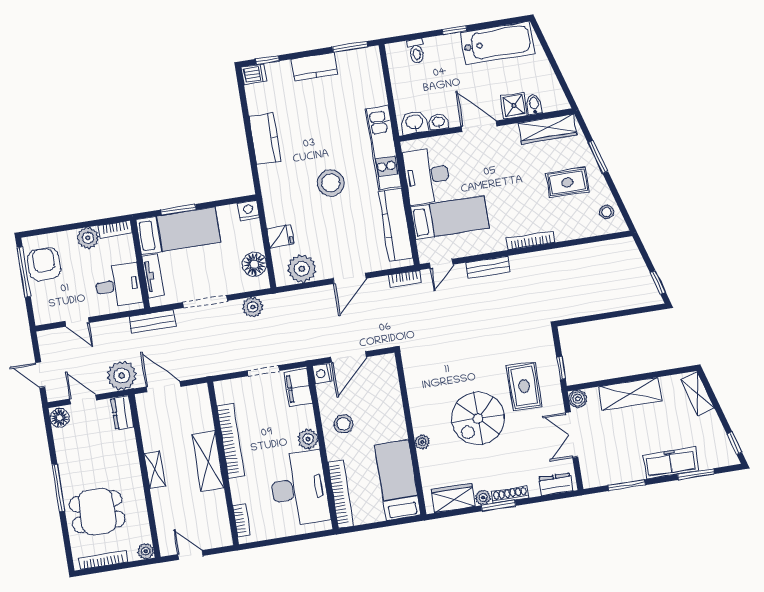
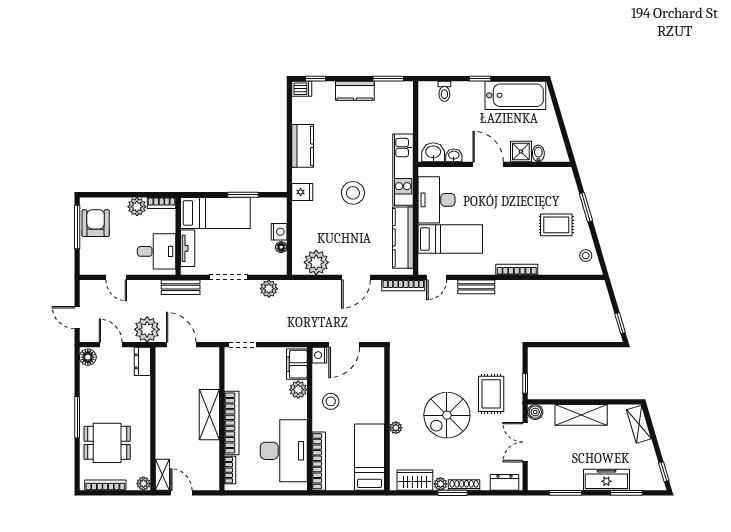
wardrobe: (548, 129) -> (547, 176), removed
window: (178, 210) -> (243, 195), moved
nightstand: (248, 210) -> (279, 232), moved, turned 90
fridge: (280, 236) -> (302, 192), moved
floor lamp: (254, 264) -> (281, 247), width x0.53, depth x0.53
bookcase: (405, 279) -> (403, 285), width x1.56
doorway: (264, 371) -> (242, 345), moved
plant: (308, 439) -> (298, 390), moved
bookcase: (231, 441) -> (232, 423), moved
shelving: (155, 470) -> (162, 475), moved

